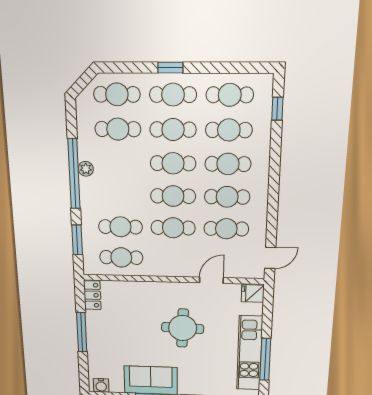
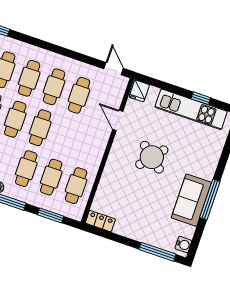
cafe table: (173, 228) -> (26, 169), moved
round table: (183, 328) -> (152, 157), turned 38
window: (82, 332) -> (157, 252), moved
window: (265, 359) -> (201, 98), width x0.46

